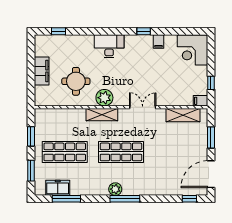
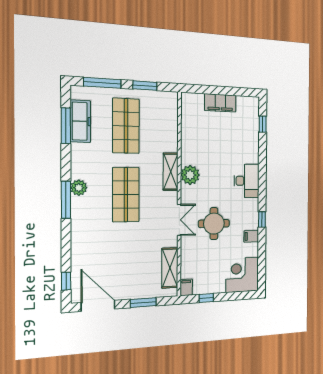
round table: (76, 81) -> (214, 224), moved
window: (31, 171) -> (102, 83), width x1.44
freezer: (58, 188) -> (80, 121), width x1.40

